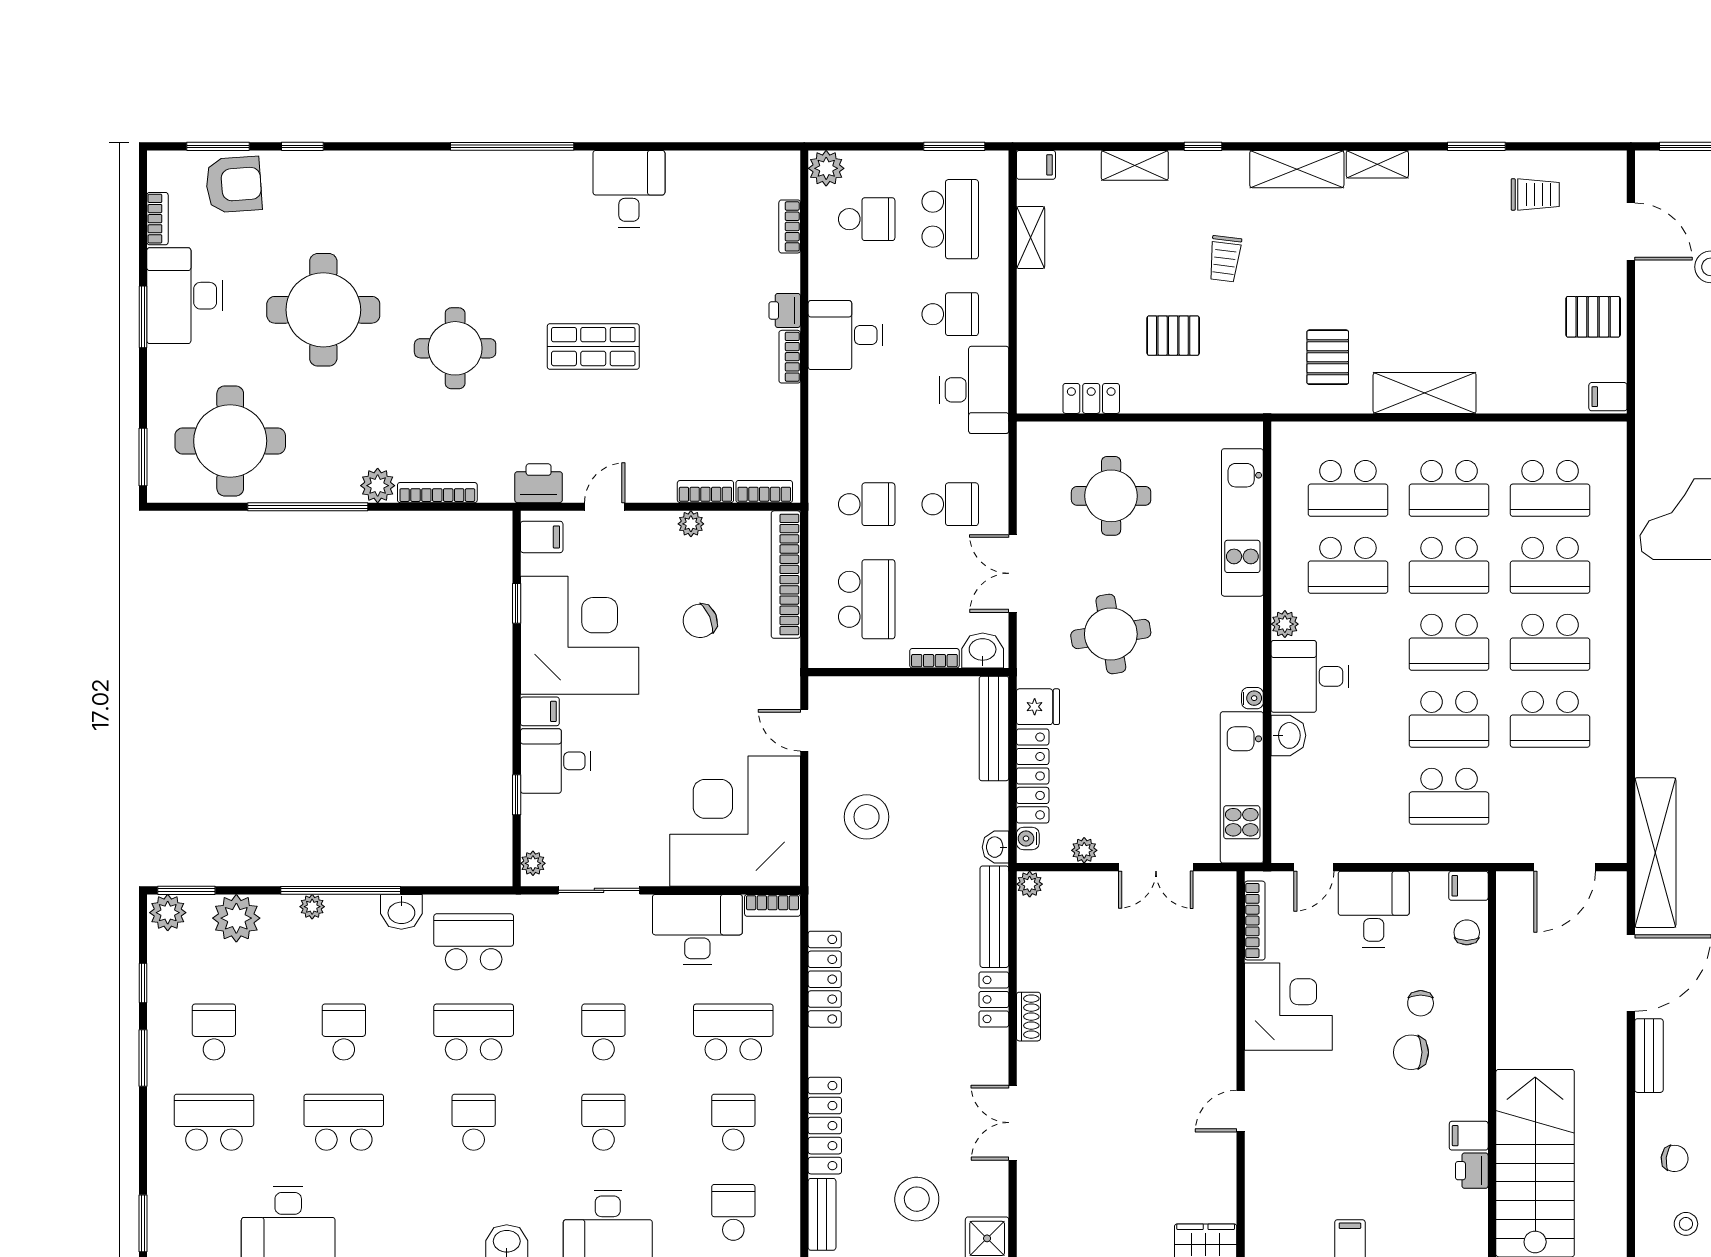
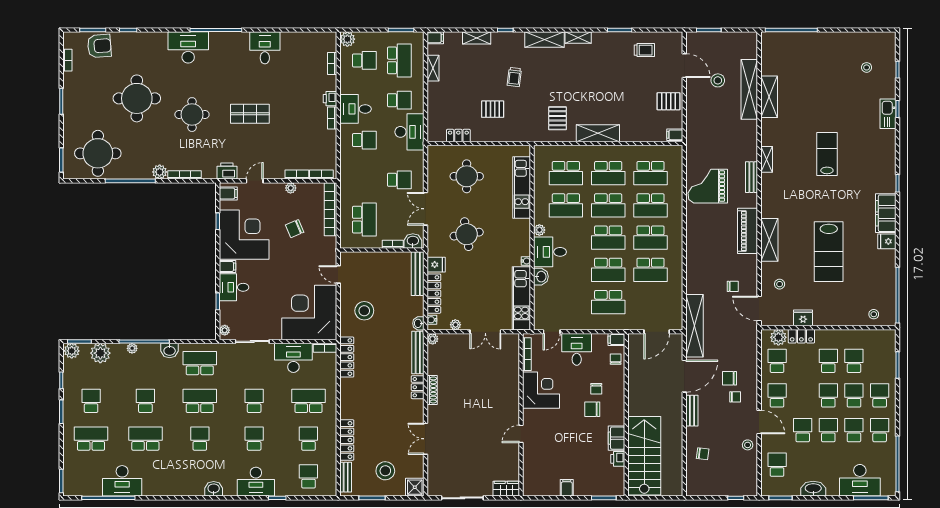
desk: (185, 296) -> (188, 47), moved, turned 90
school desk: (867, 504) -> (364, 140), moved
locker: (825, 979) -> (347, 357), moved
shoe rack: (1028, 1017) -> (432, 390), width x1.43
filing cabinet: (1469, 1136) -> (616, 438), width x2.00
stool: (1686, 1224) -> (707, 481), removed

